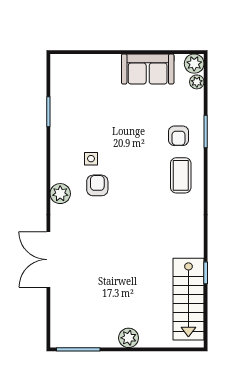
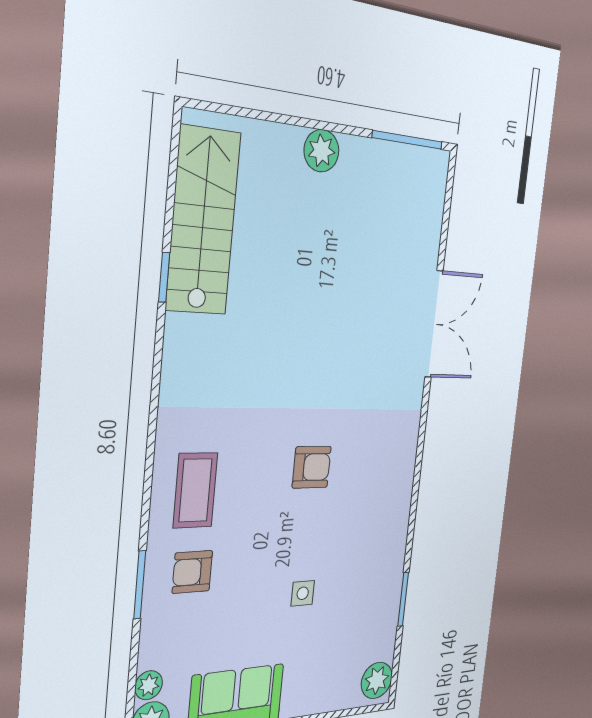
armchair: (179, 136) -> (192, 572), turned -90
side table: (91, 159) -> (303, 593), moved
armchair: (97, 185) -> (312, 467), moved, turned -90
plant: (60, 194) -> (377, 680), moved

